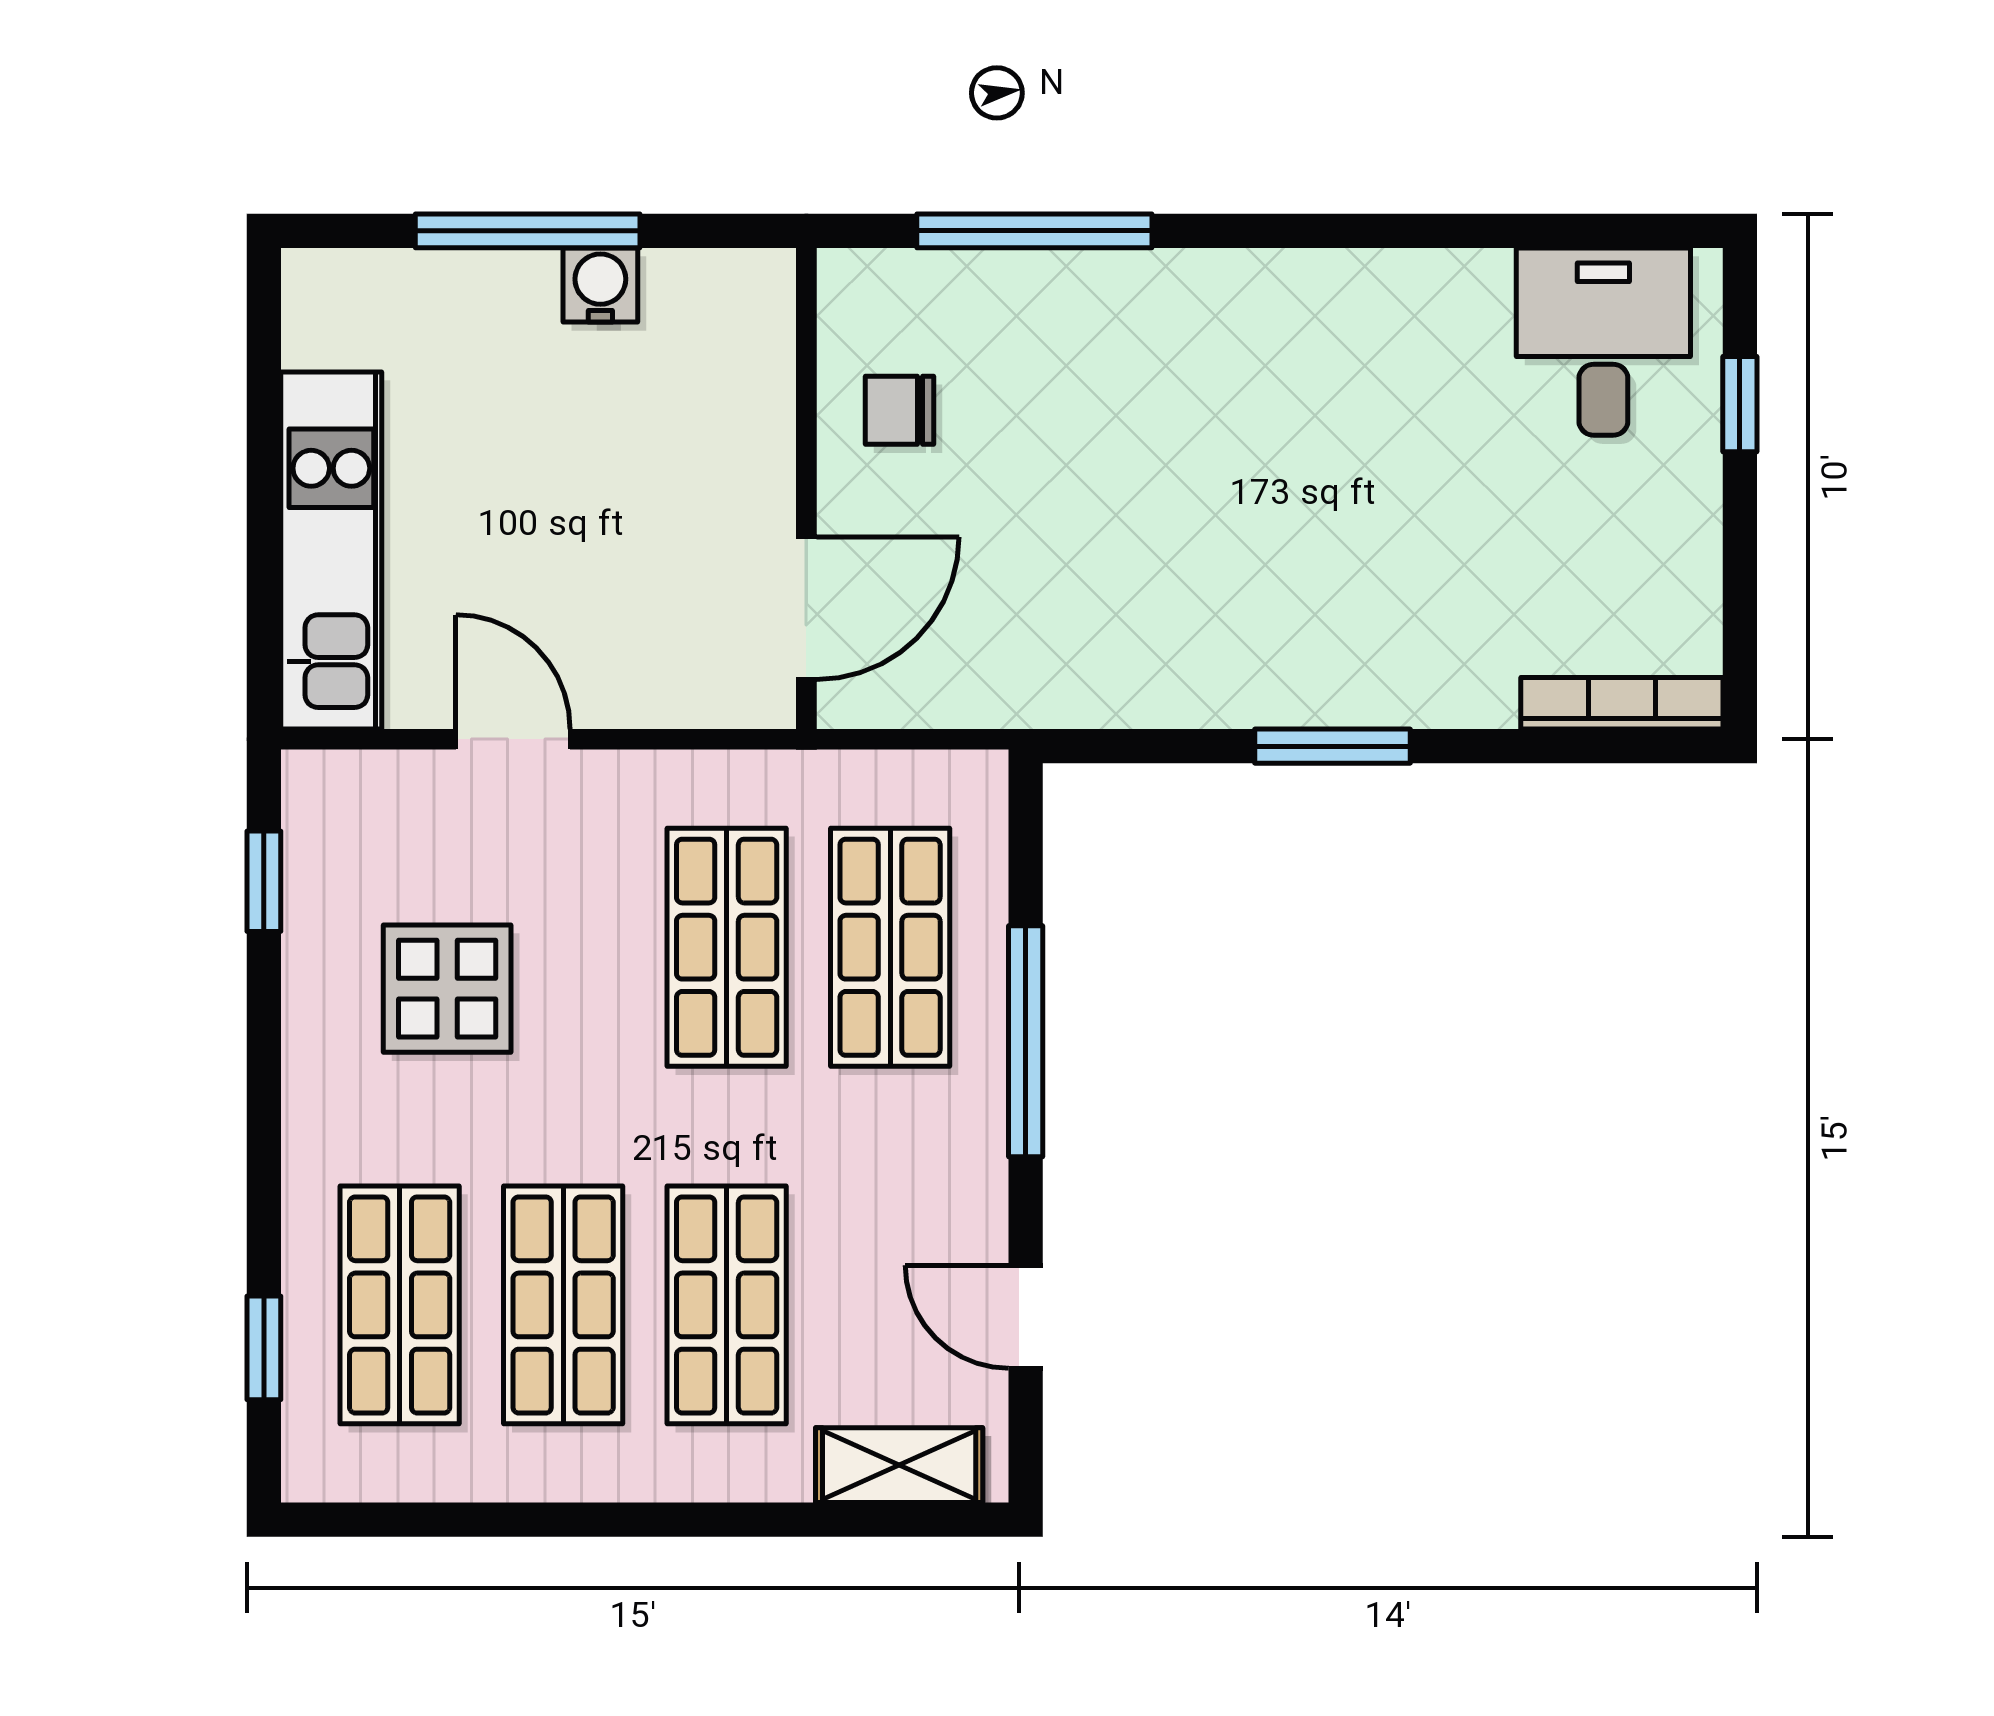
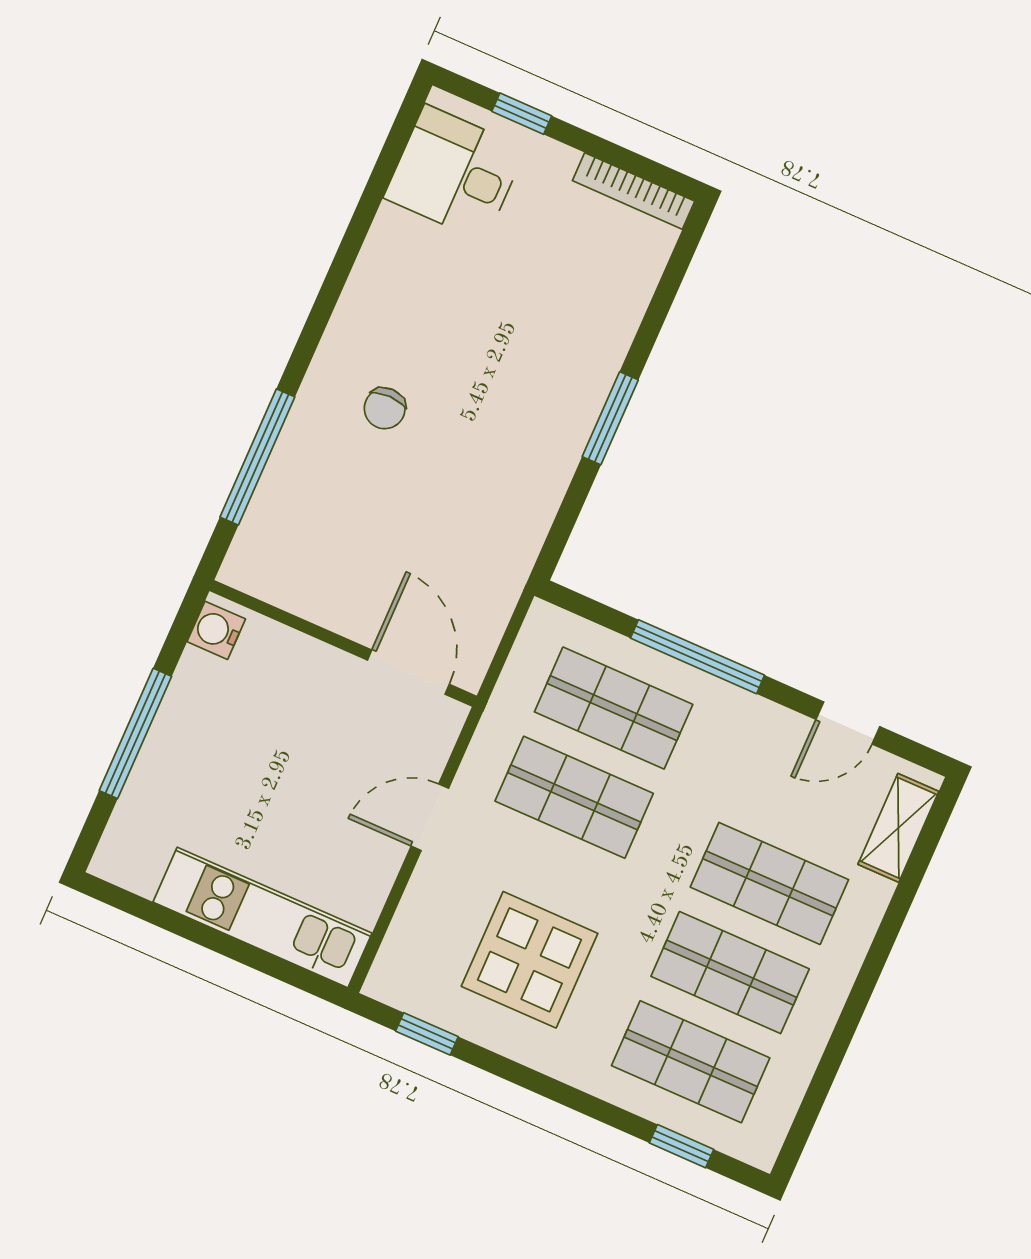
water cooler: (600, 285) -> (216, 630), moved
chair: (900, 410) -> (385, 408), moved
bookcase: (1622, 703) -> (634, 191), moved, turned -90
door: (513, 739) -> (430, 817), moved
display table: (447, 989) -> (530, 960), width x1.36, depth x1.36

